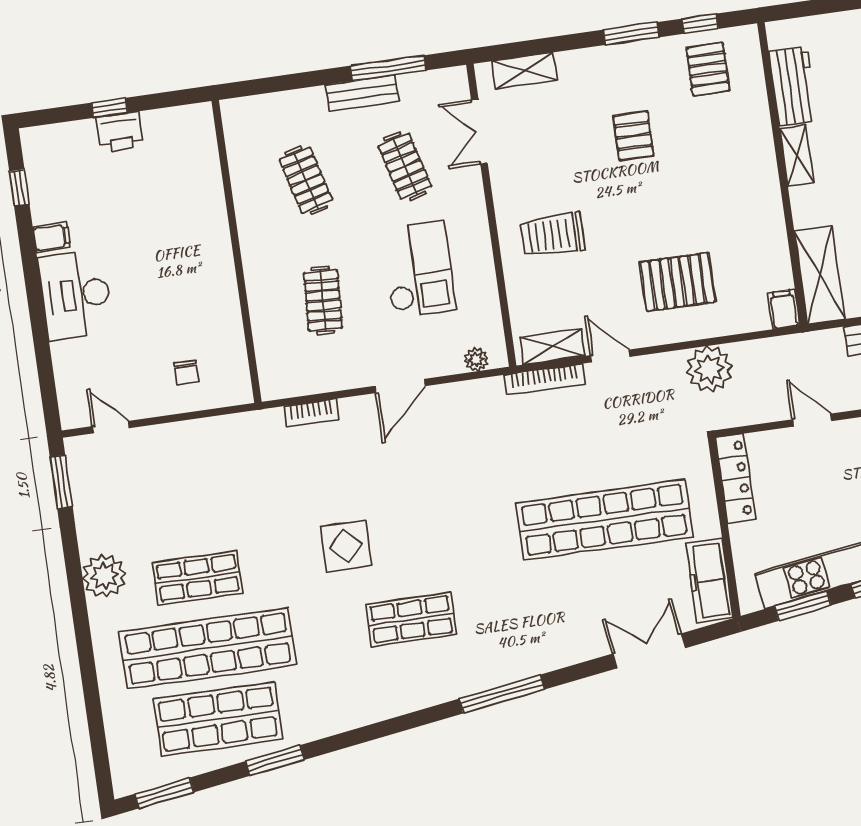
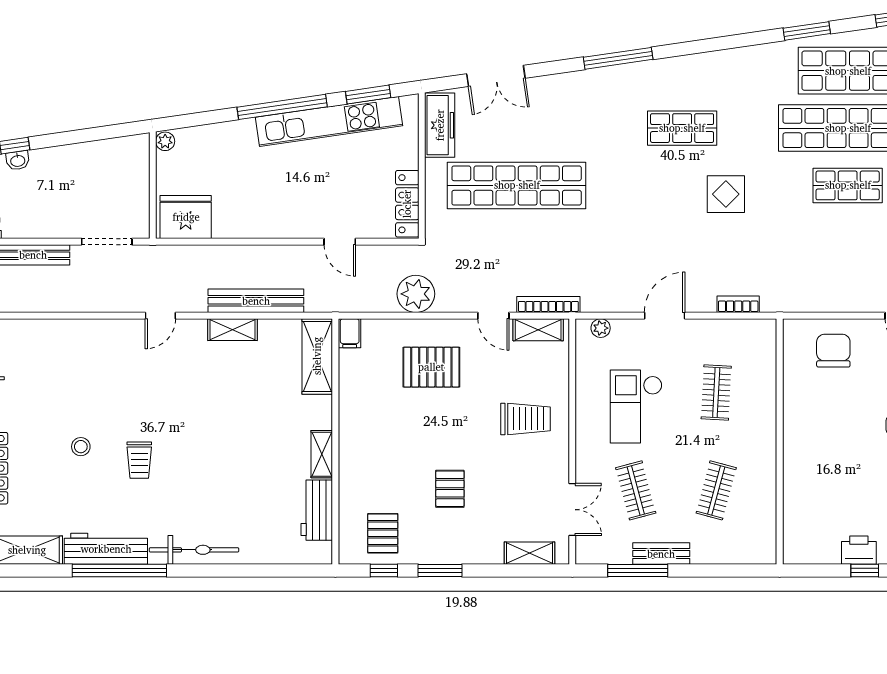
clothes rail: (306, 180) -> (716, 490), turned 30
chair: (186, 372) -> (833, 351), width x1.87, depth x1.87

